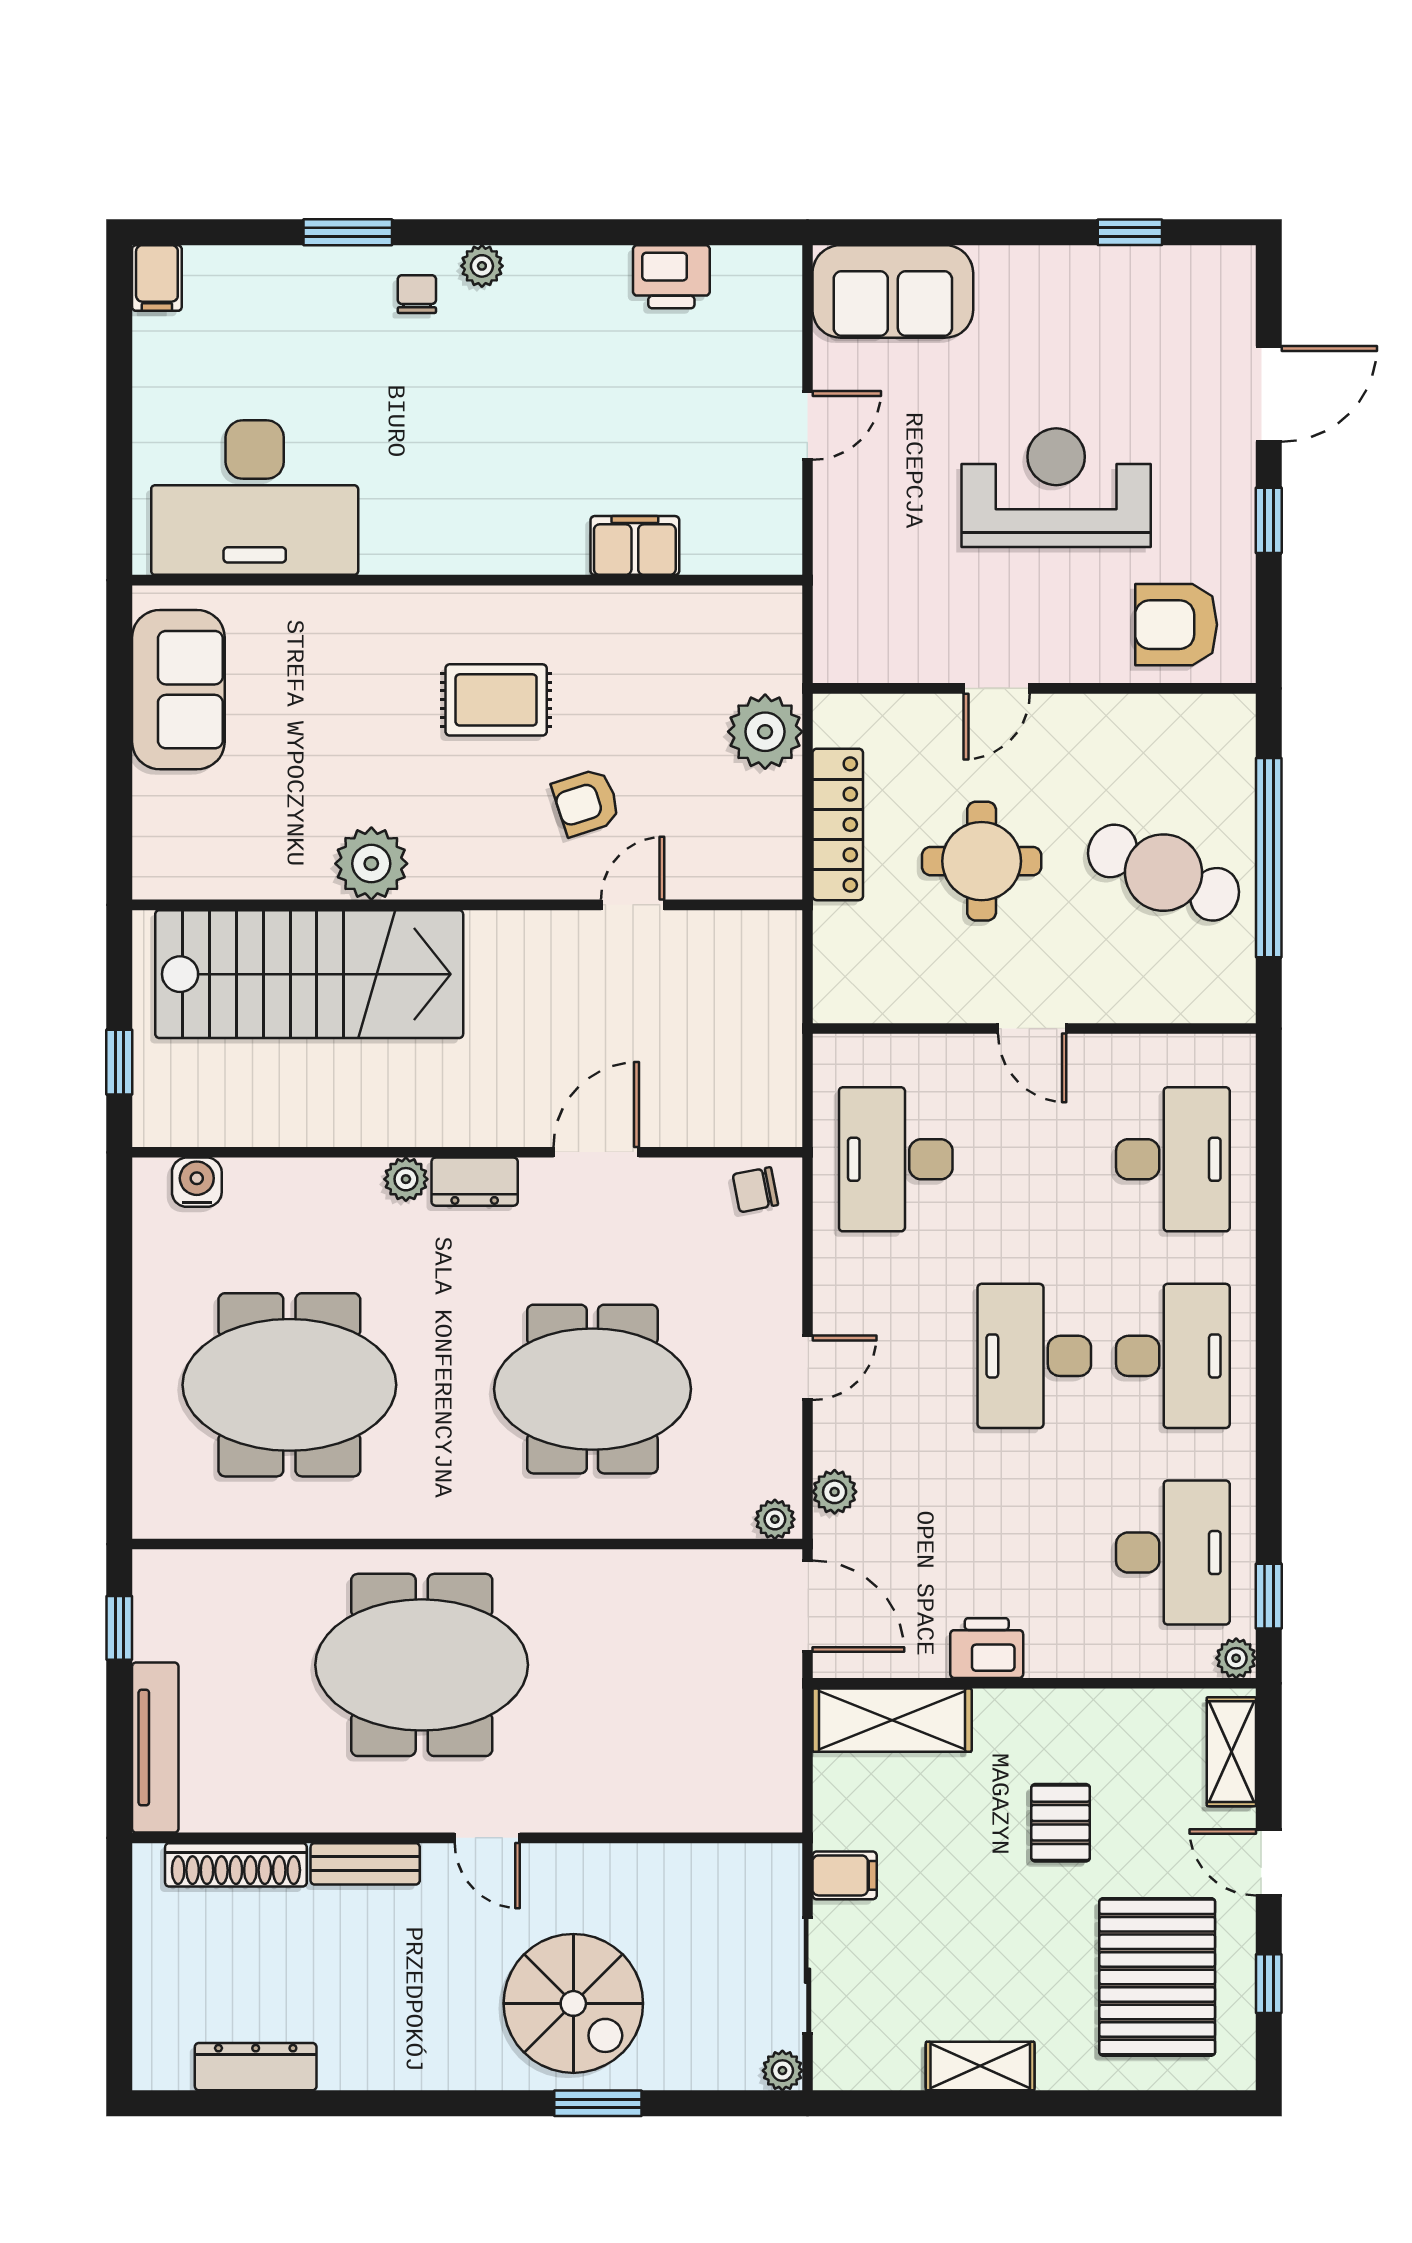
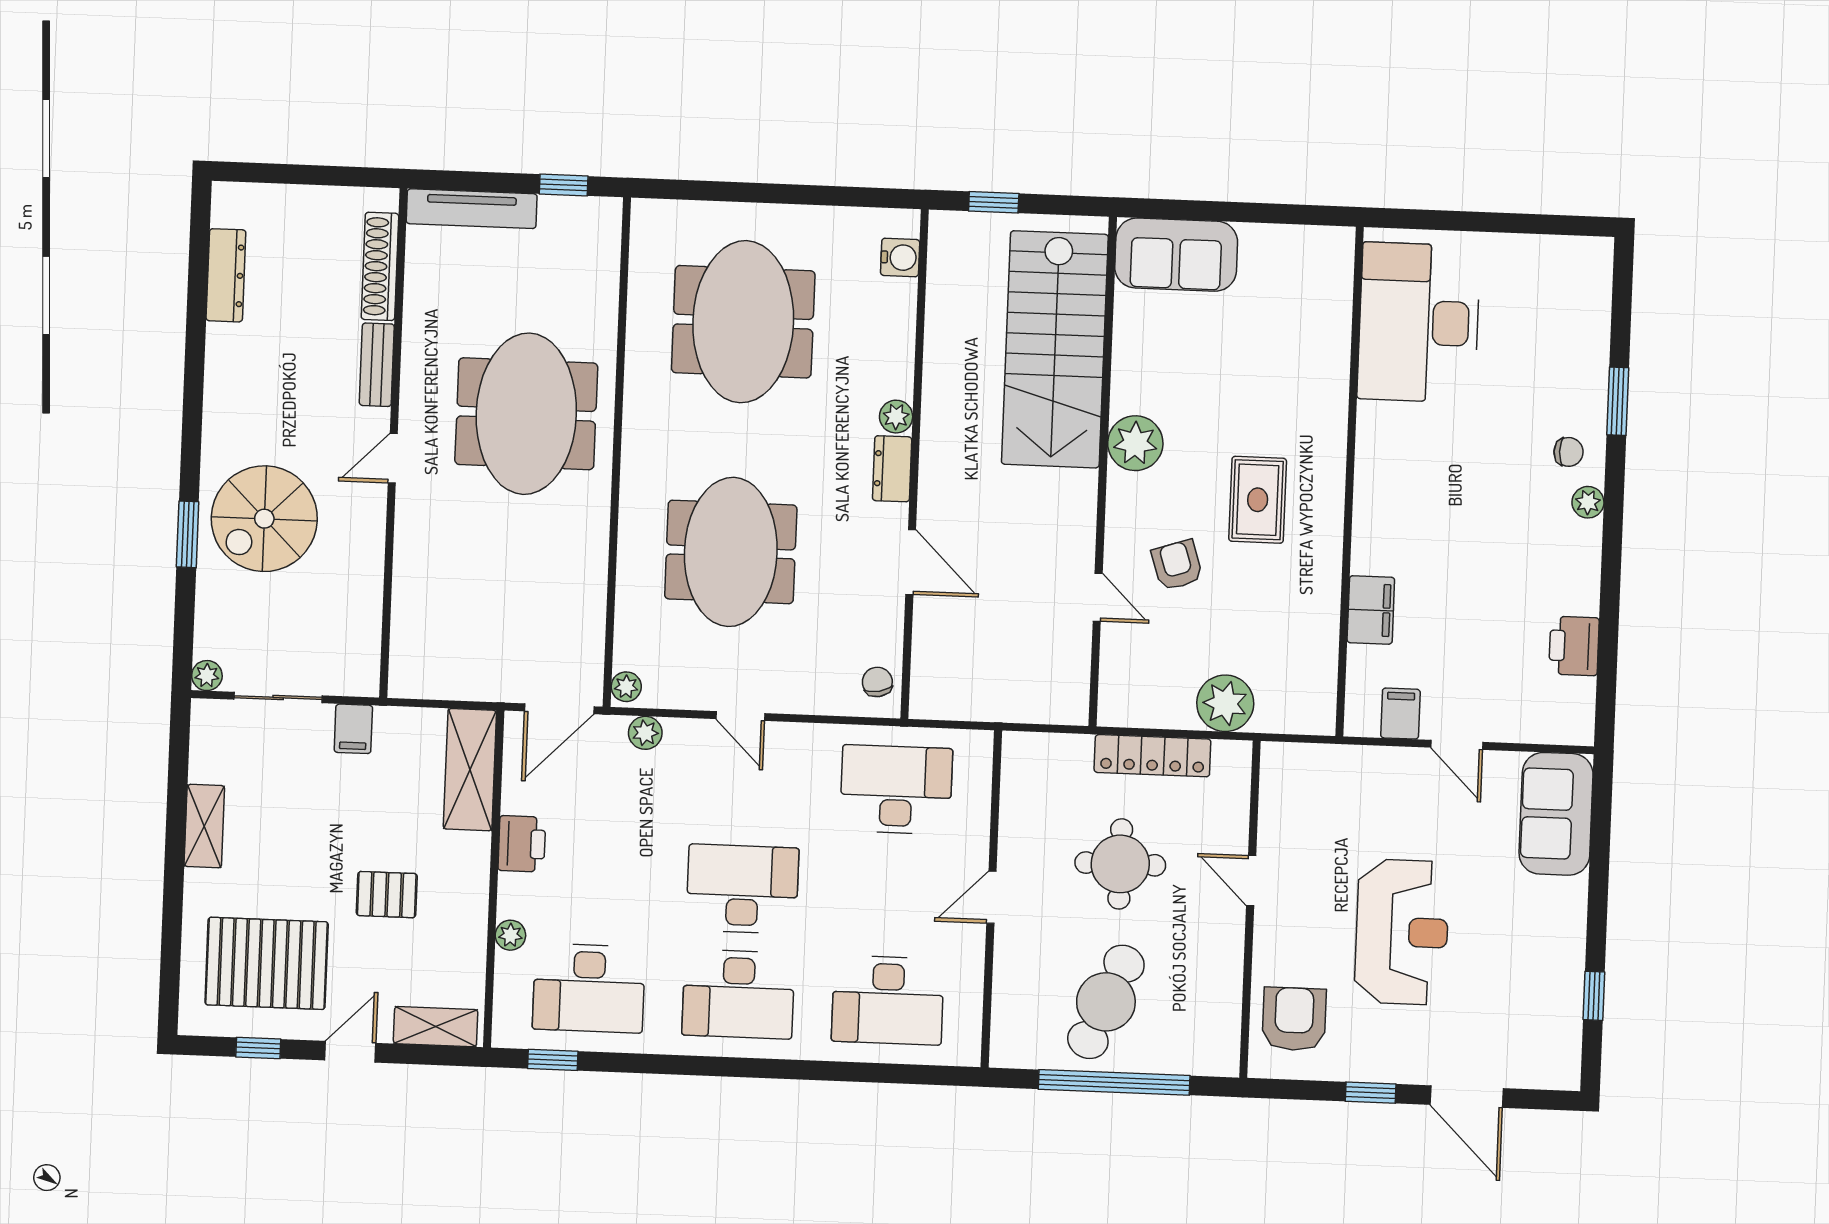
filing cabinet: (157, 278) -> (1400, 714), moved, turned 90
sofa: (178, 690) -> (1176, 255), moved
plant: (371, 864) -> (1135, 443), moved
plant: (1236, 1658) -> (510, 935), moved

